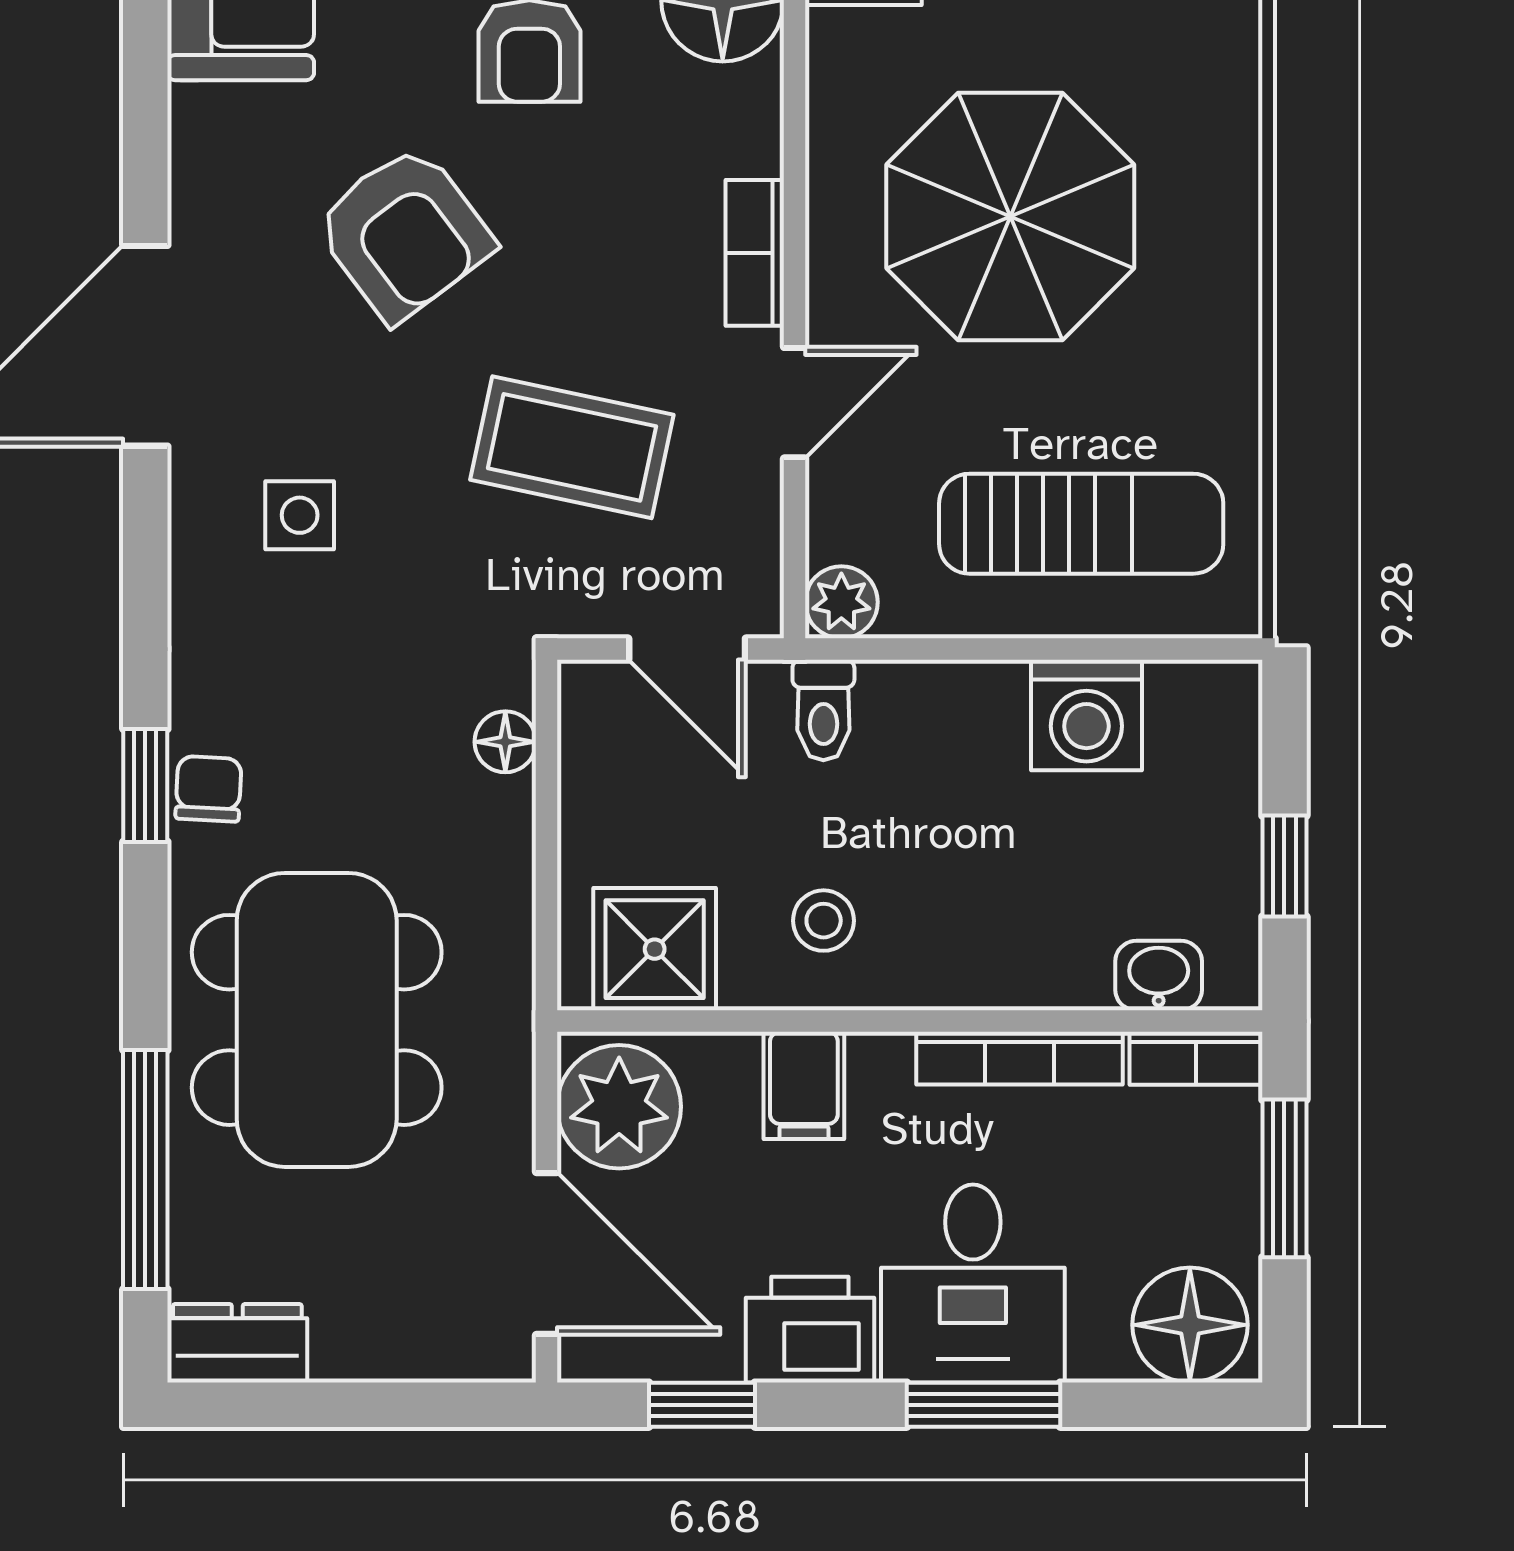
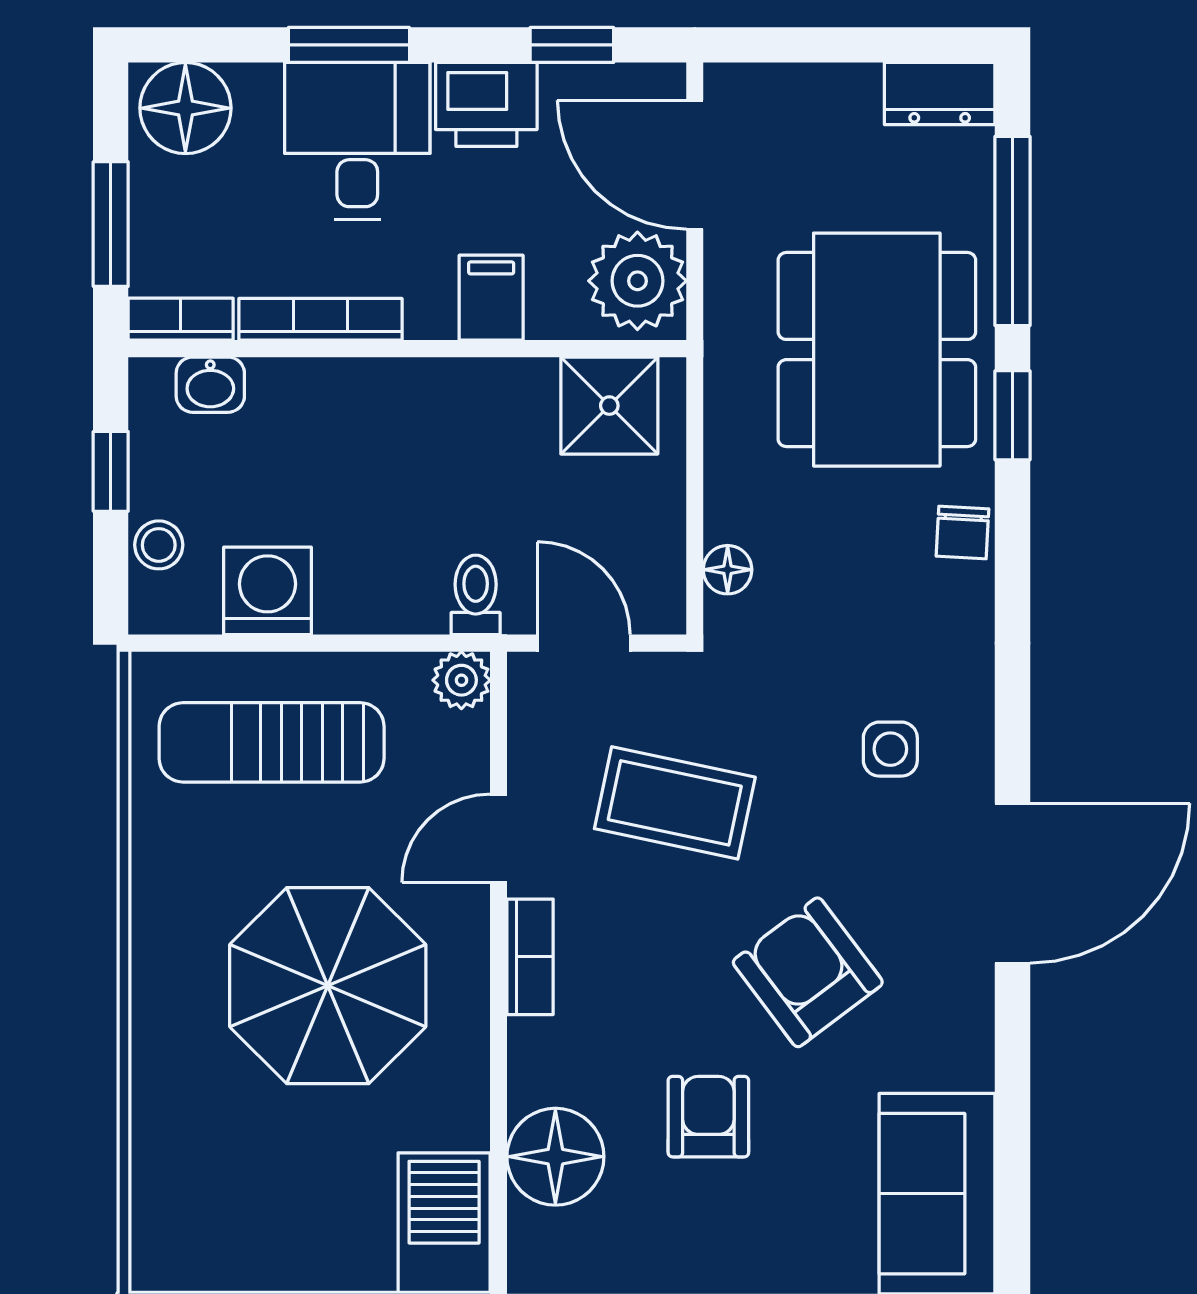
window: (145, 785) -> (1013, 415), moved
stool: (824, 921) -> (159, 545), moved

